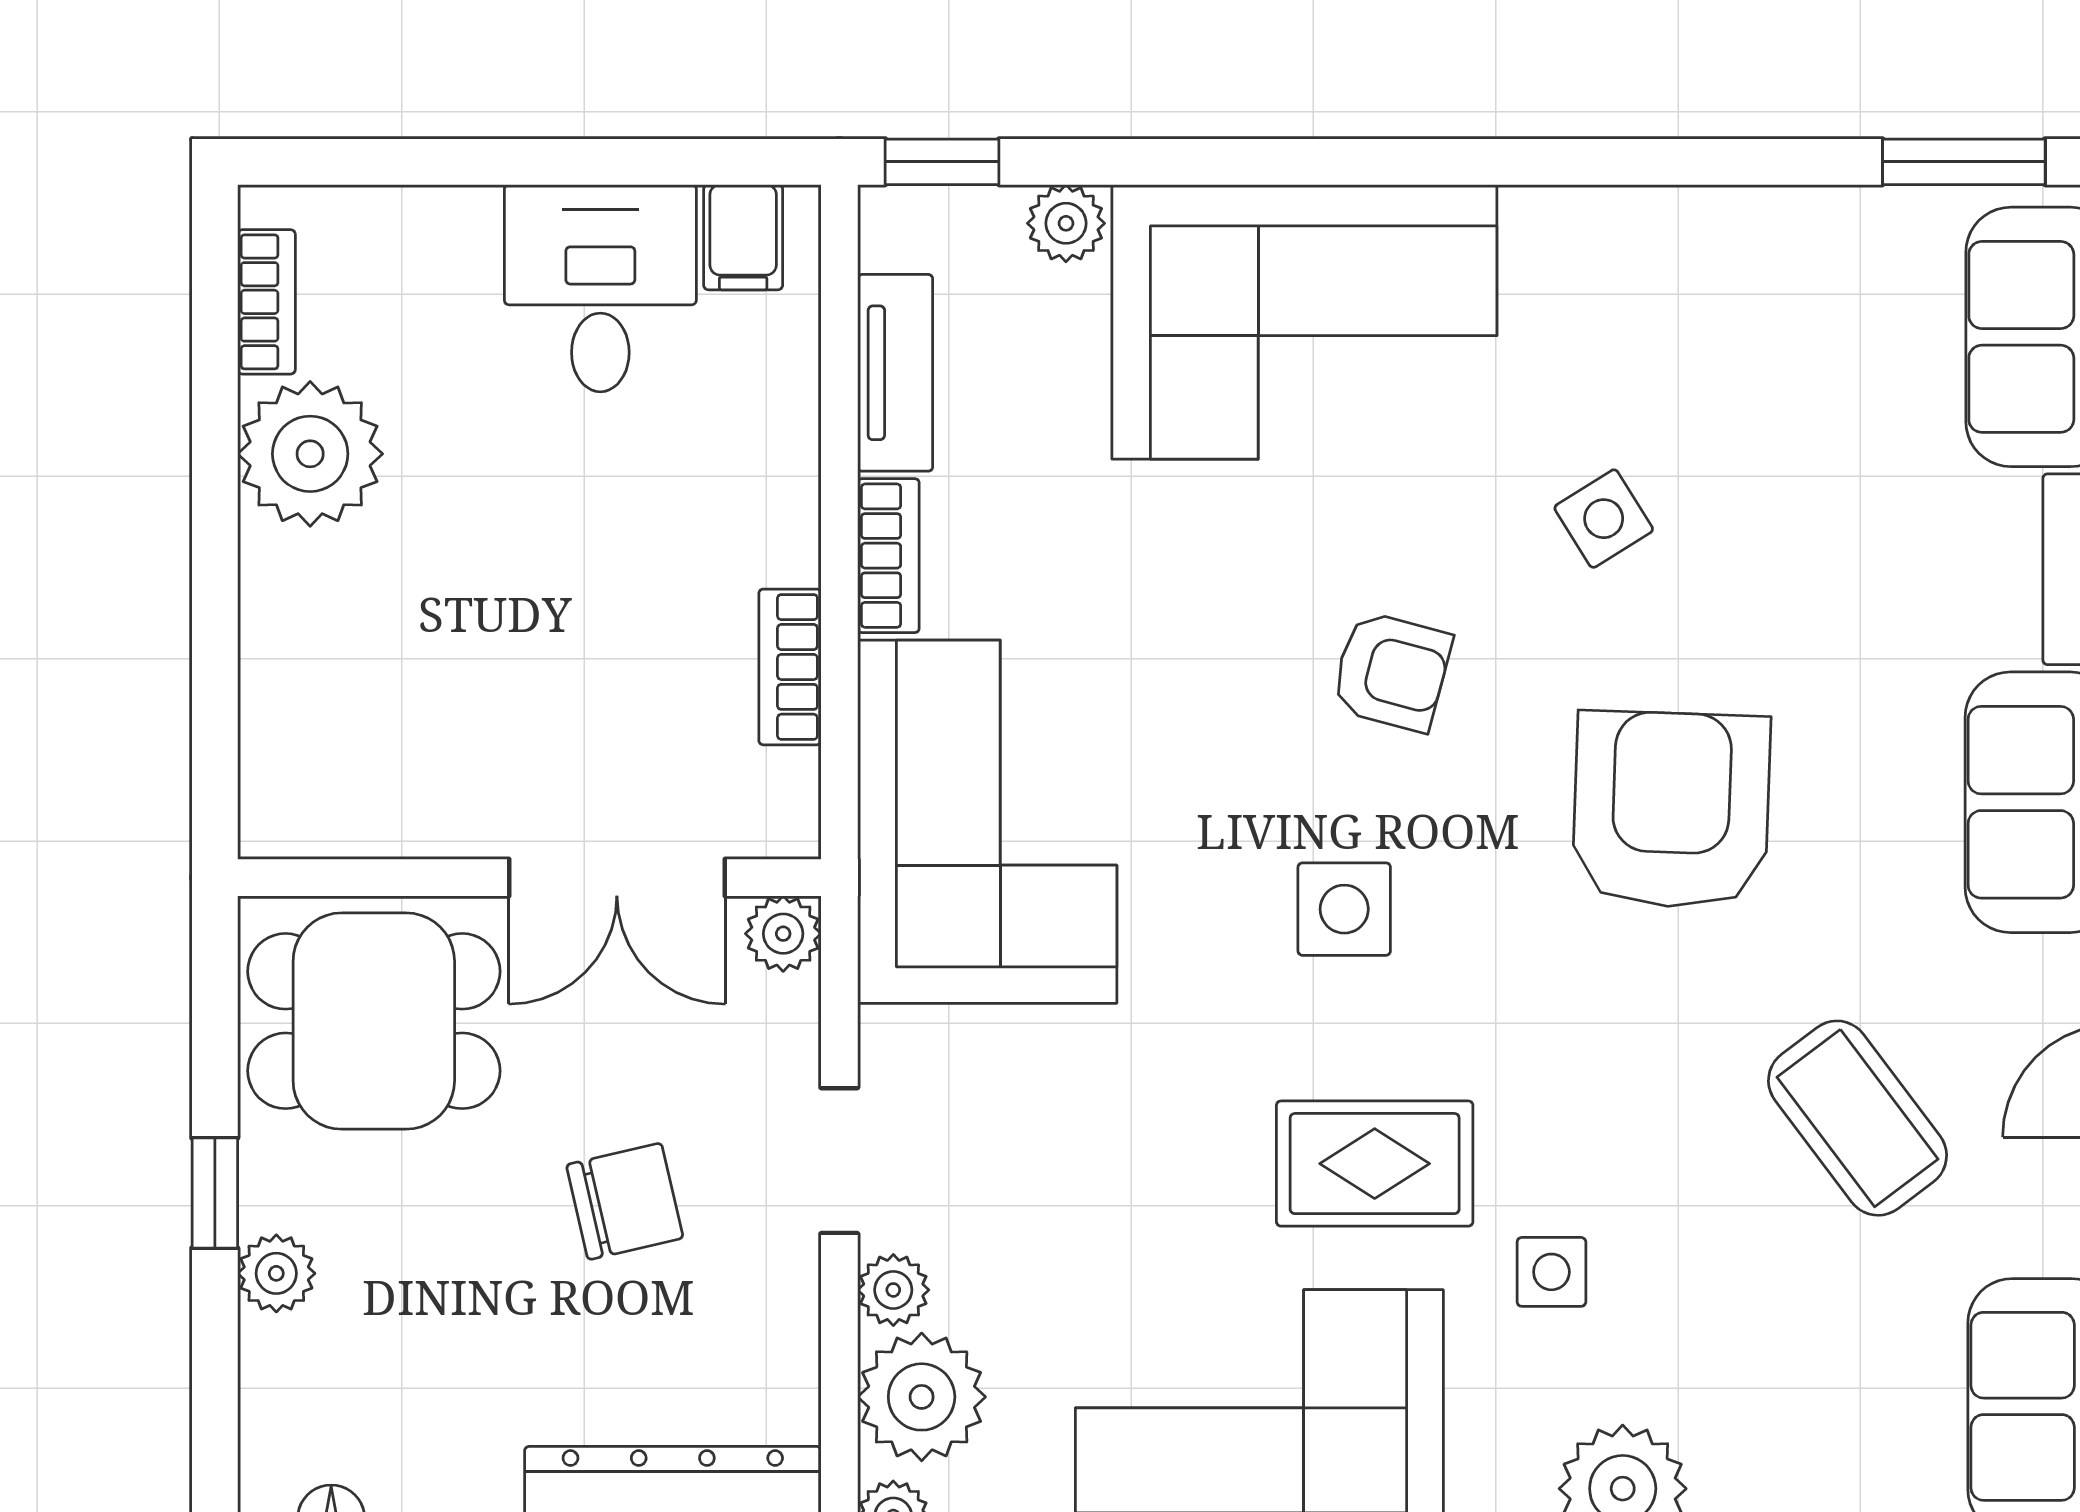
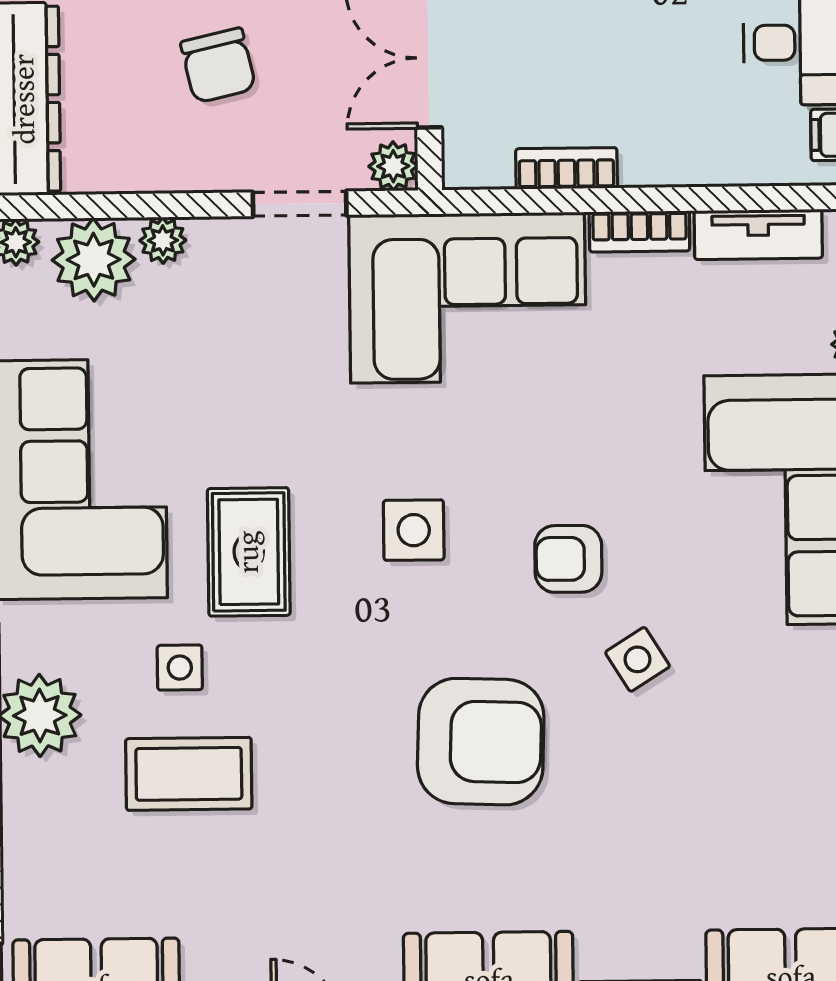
side table: (1604, 519) -> (637, 659), moved
armchair: (1391, 671) -> (568, 559), turned 75
coffee table: (1858, 1118) -> (189, 774), moved, turned 37
doorway: (839, 1161) -> (300, 204), moved

